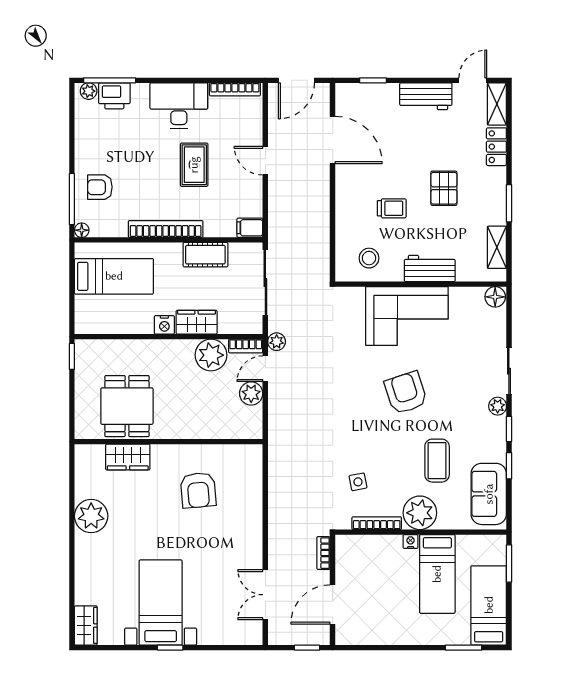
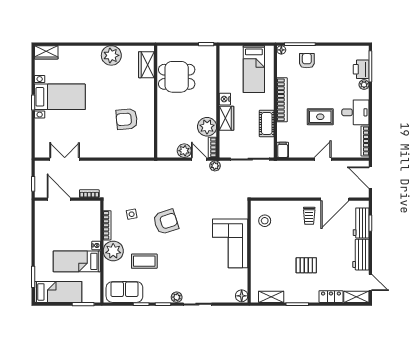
plant: (89, 91) -> (364, 85), moved
desk: (179, 105) -> (355, 112), width x0.73
trolley: (392, 208) -> (309, 216), moved
workbench: (430, 268) -> (361, 223), moved, turned 180
armchair: (406, 393) -> (166, 222), moved
wardrobe: (128, 457) -> (146, 65), moved

